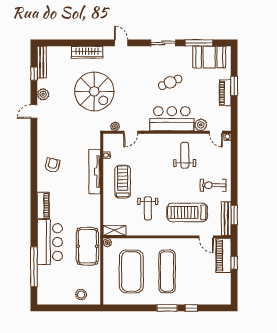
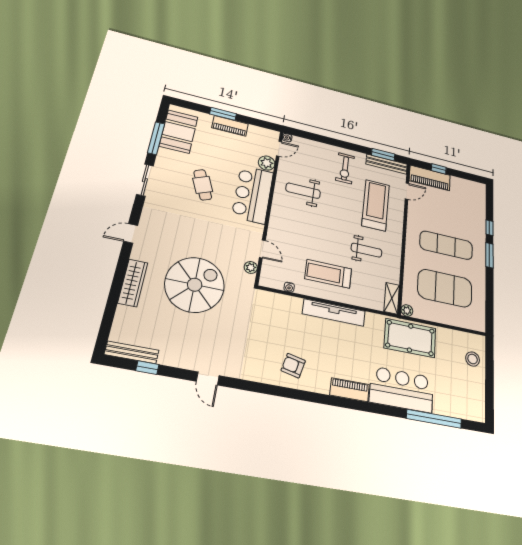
plant: (43, 94) -> (184, 360), removed
tv unit: (95, 172) -> (334, 312), moved
treadmill: (187, 212) -> (376, 205), turned 180

